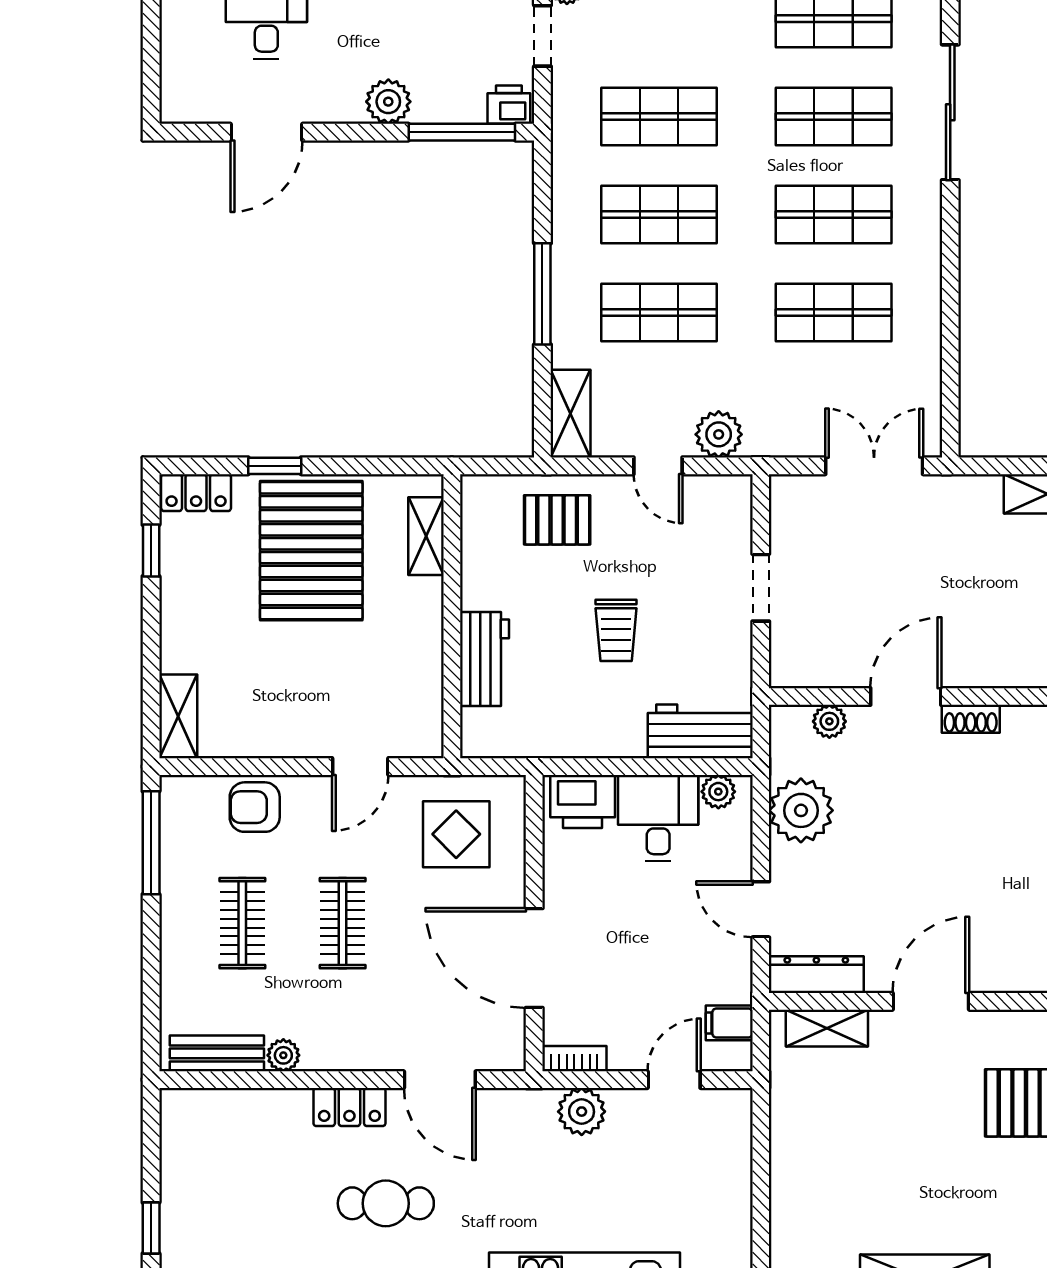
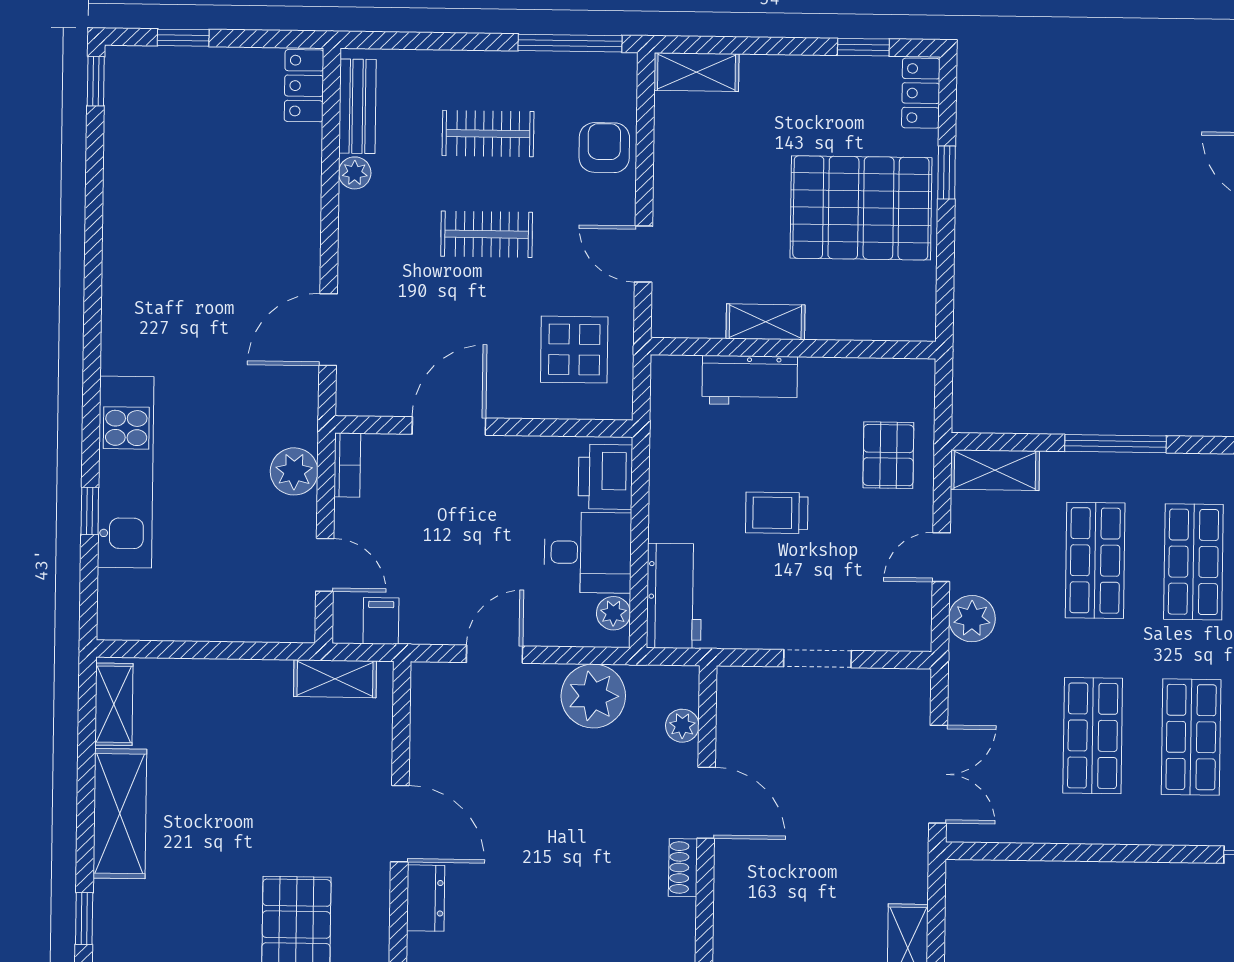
shelving: (426, 536) -> (765, 322), moved
door: (534, 958) -> (449, 426), width x0.73
dresser: (816, 975) -> (426, 898), moved, width x0.70
shelving: (827, 1028) -> (335, 679), moved, turned 90
locker: (349, 1107) -> (304, 86), moved
cafe table: (386, 1203) -> (205, 274), removed

